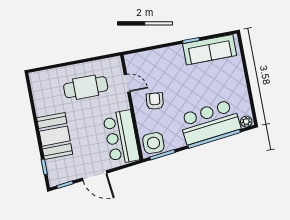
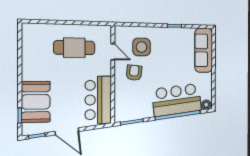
sofa: (210, 50) -> (204, 50), moved, turned 90
booth: (55, 136) -> (36, 102), moved
side table: (153, 143) -> (141, 47), moved

